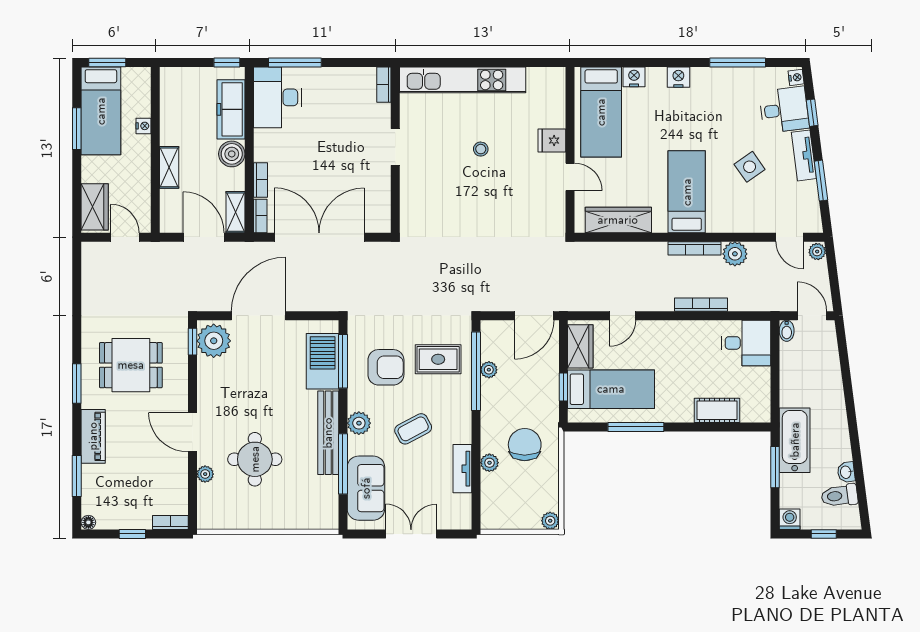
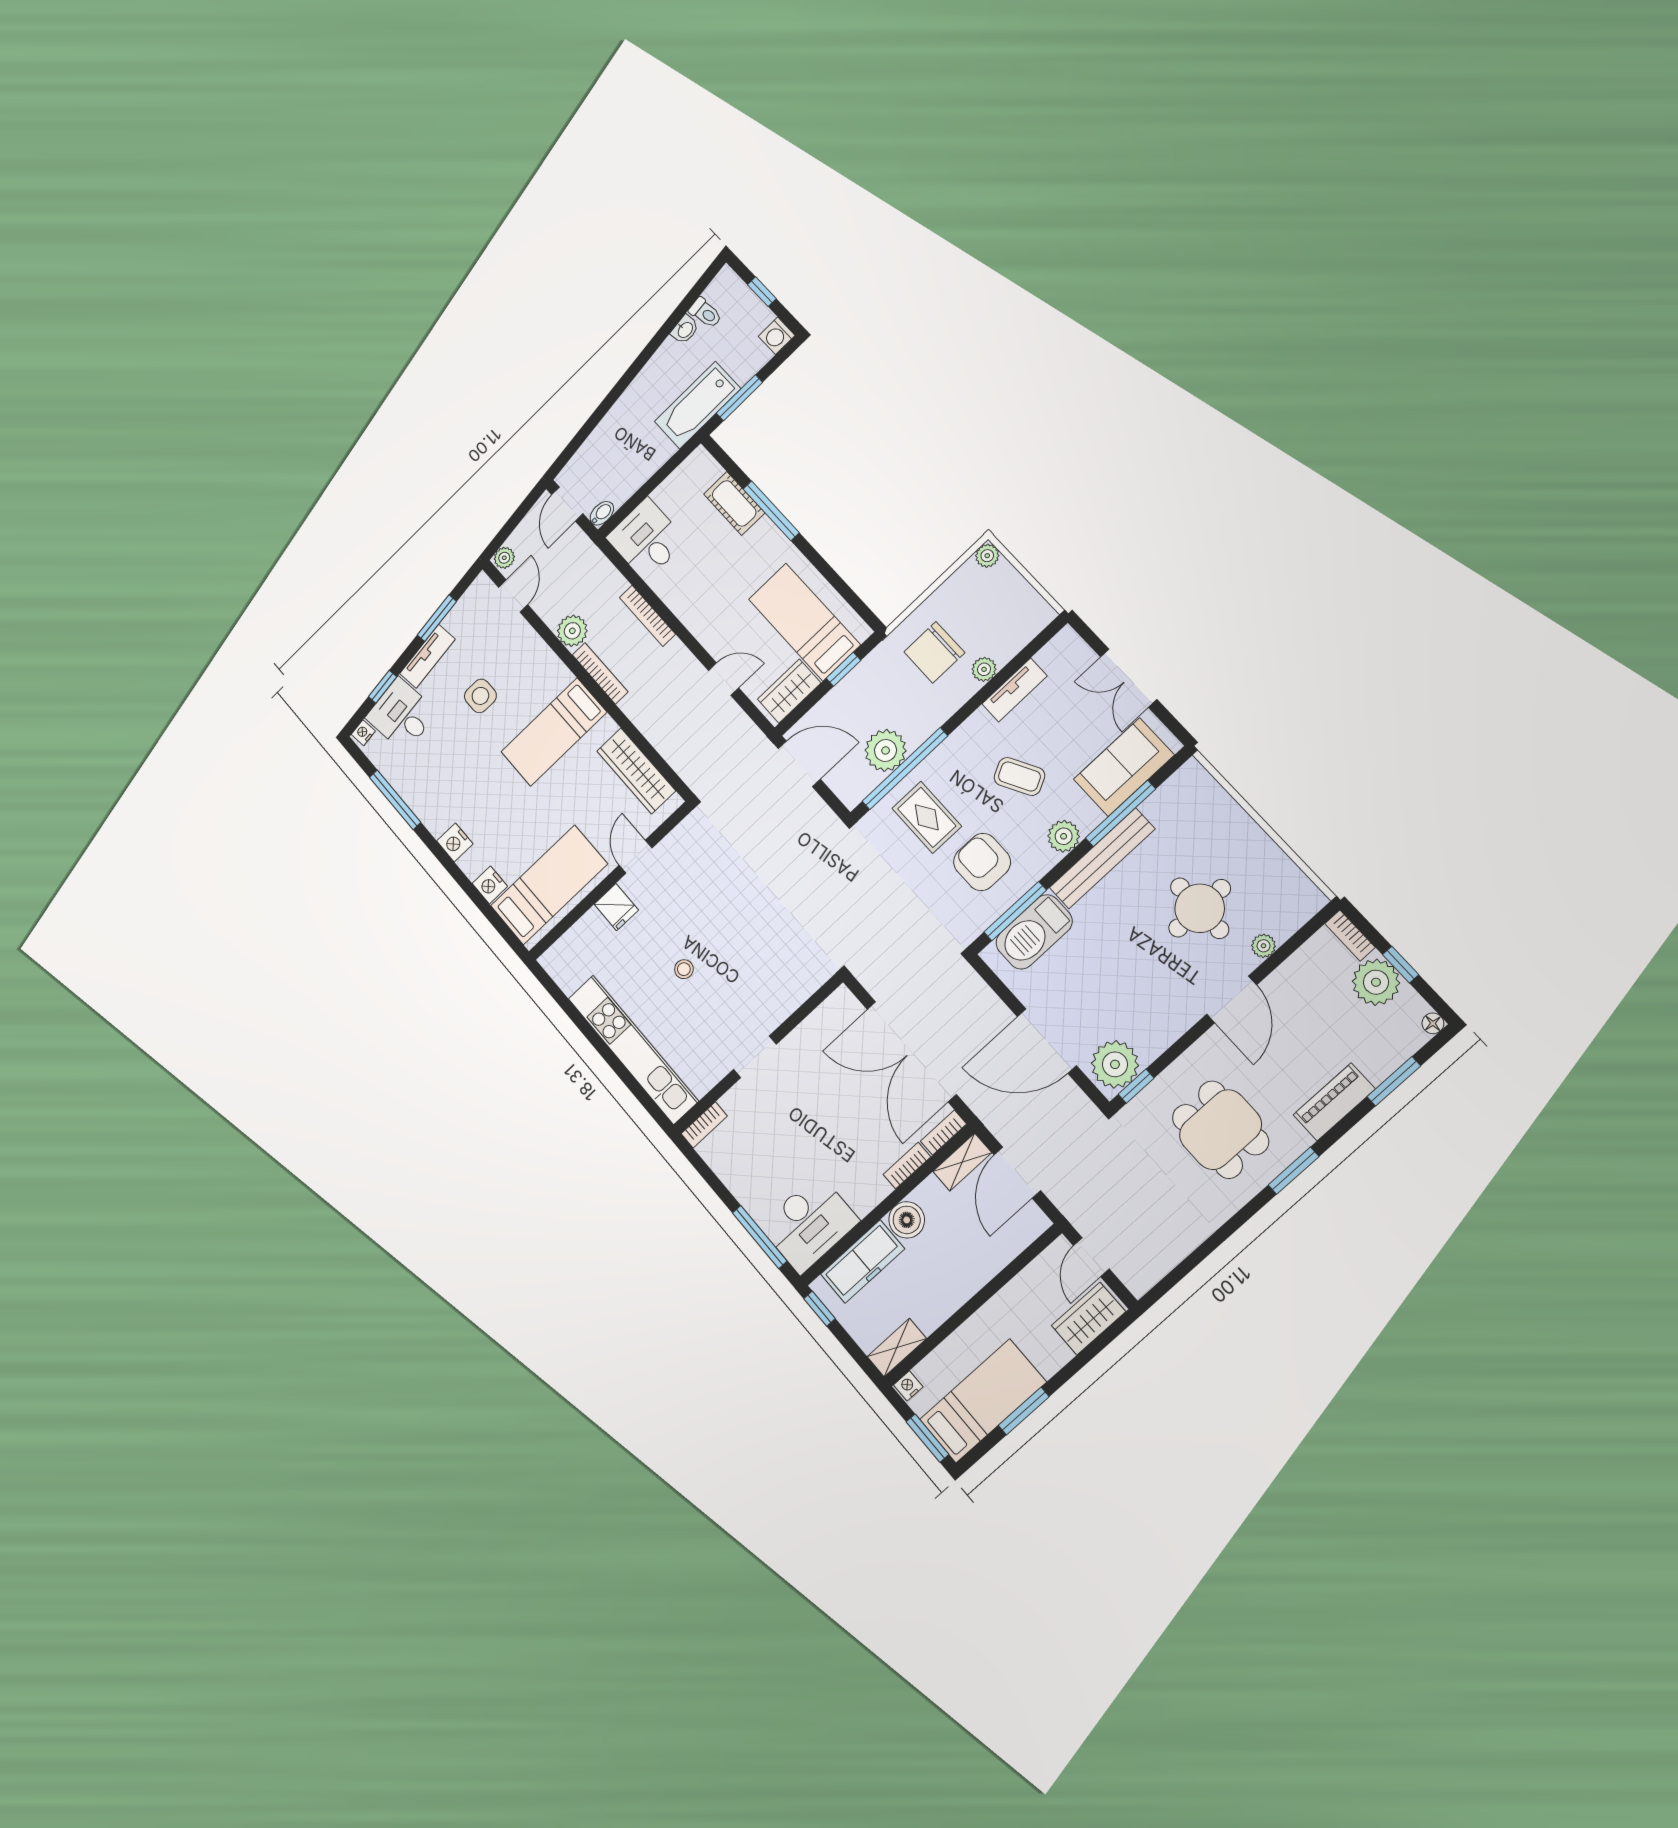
nightstand: (144, 126) -> (908, 1386), moved
shelving: (169, 167) -> (897, 1348), moved
side table: (750, 167) -> (480, 696), turned 35
plant: (489, 370) -> (886, 750), width x1.88, depth x1.88
window: (636, 427) -> (771, 511), moved
toilet: (840, 496) -> (705, 313), width x0.73, depth x0.72
plant: (135, 513) -> (1376, 982), added

